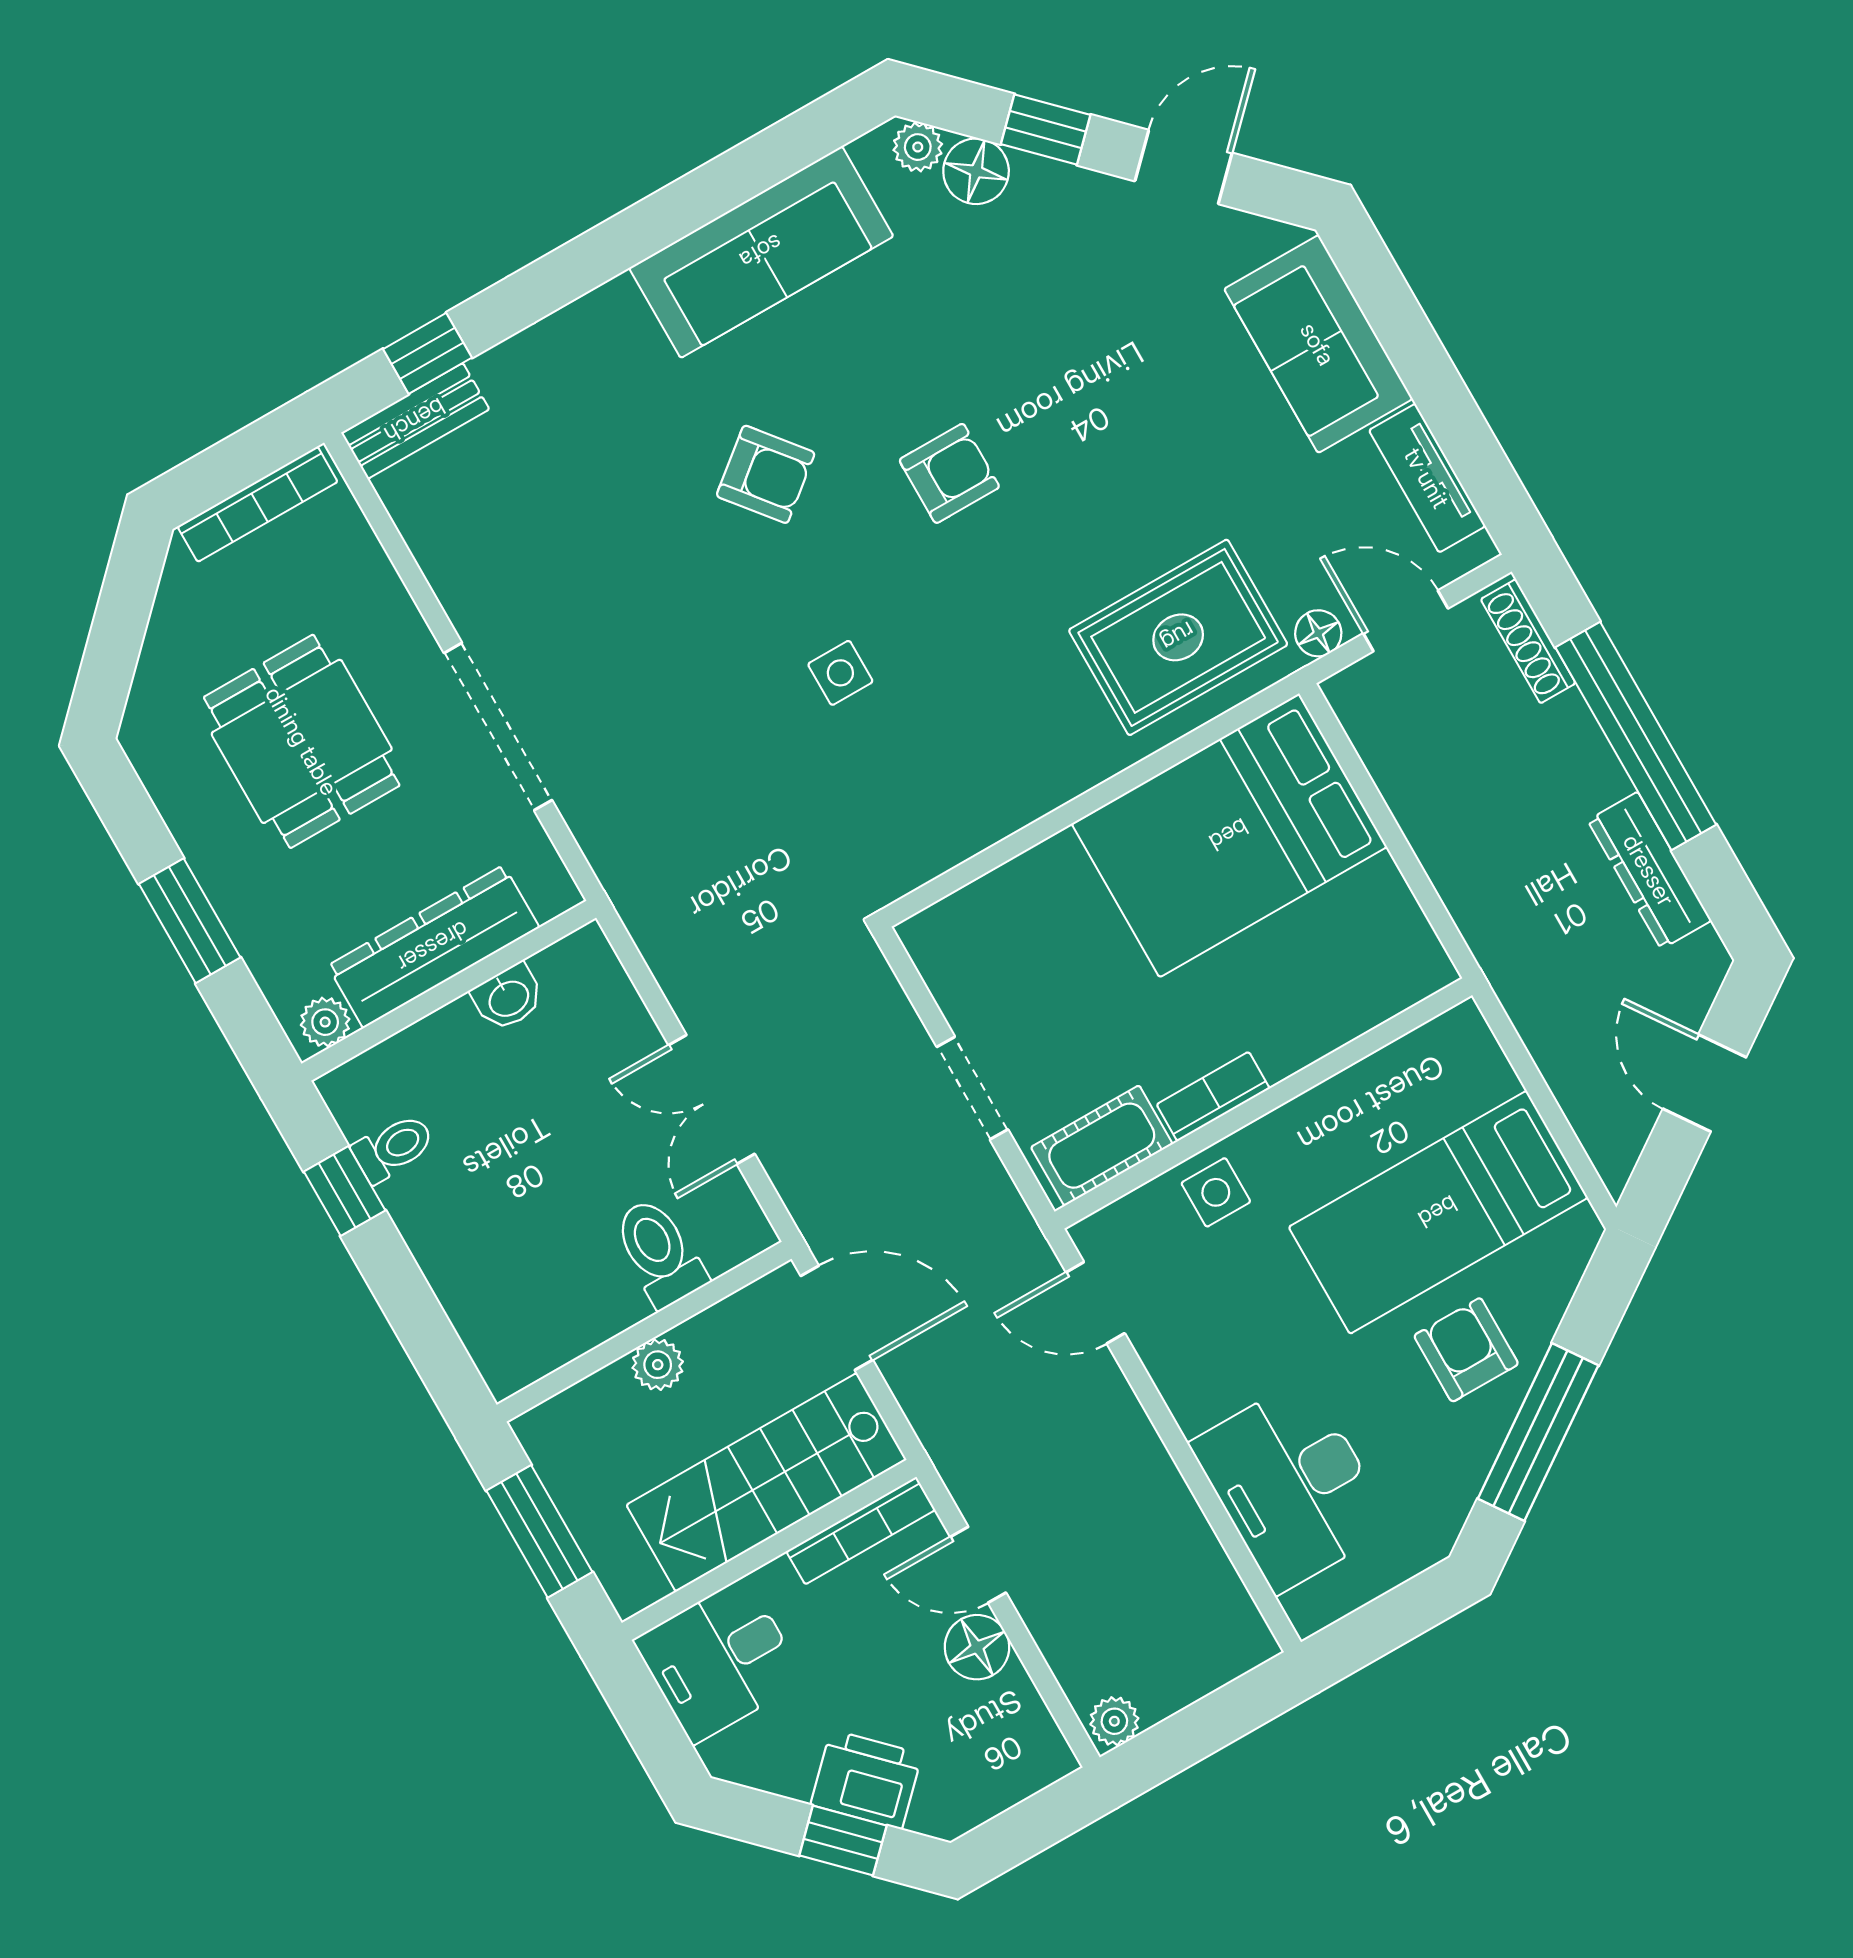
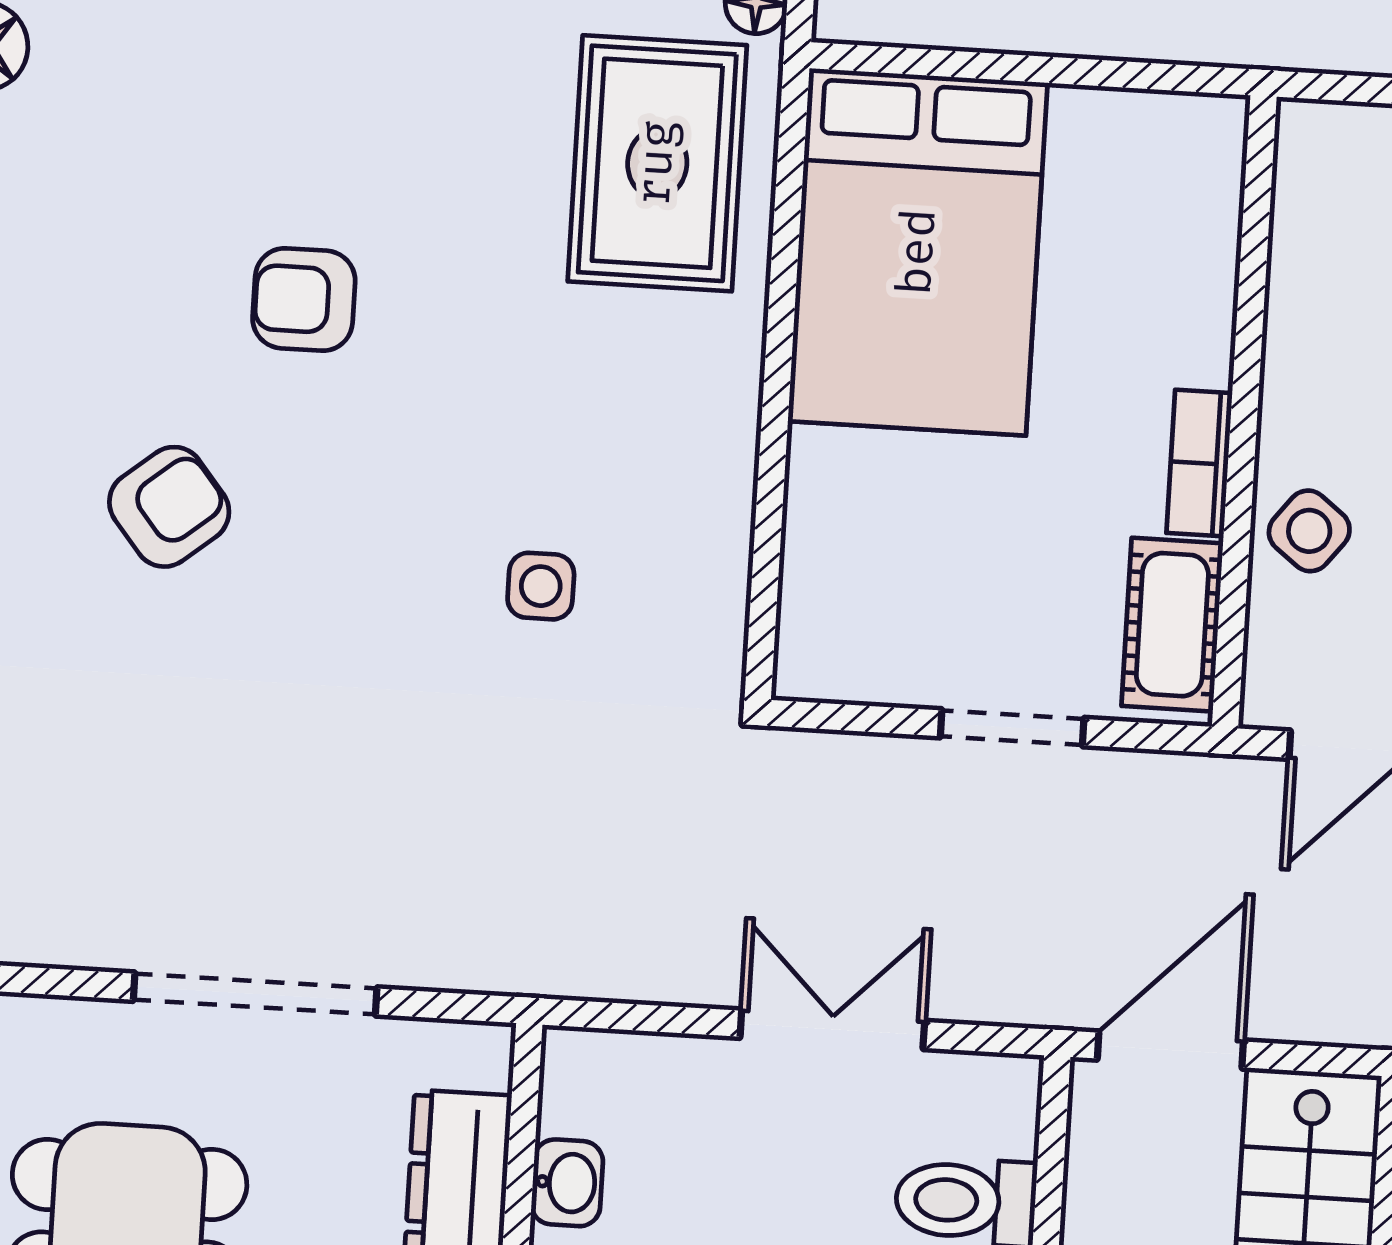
armchair: (949, 473) -> (304, 299), turned -90
side table: (840, 673) -> (541, 586), moved
double door: (712, 1100) -> (832, 1029), swing flipped
side table: (1216, 1192) -> (1309, 531), turned 38

